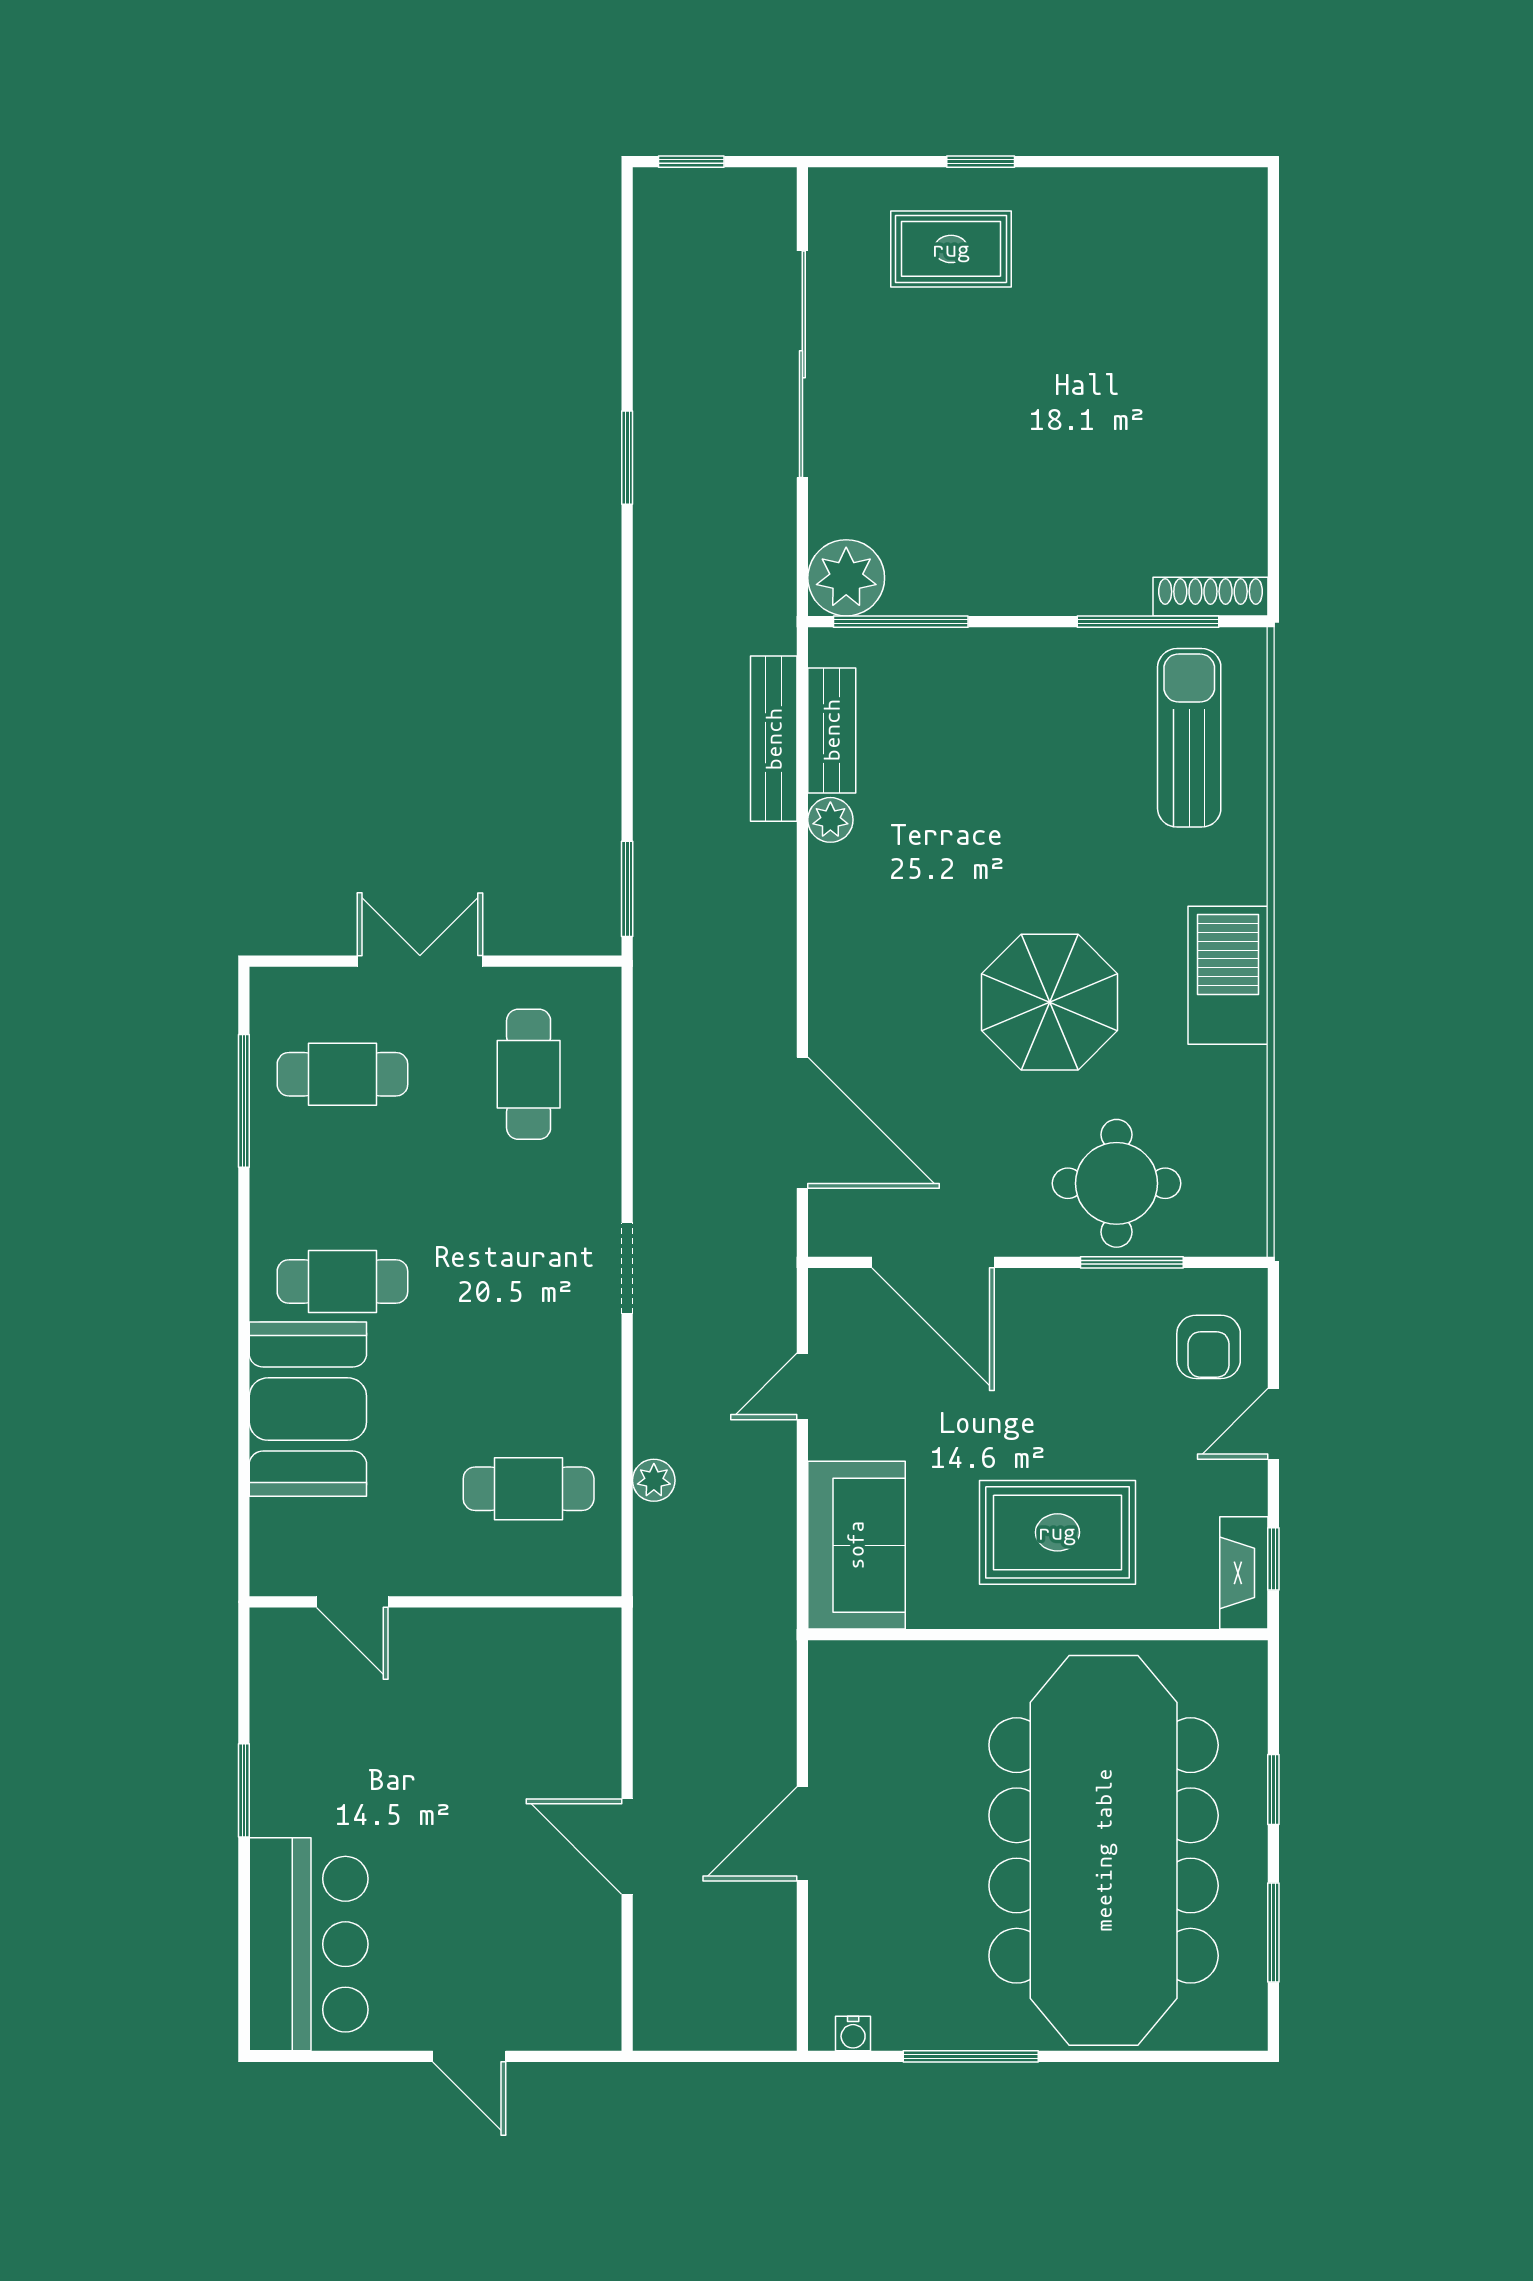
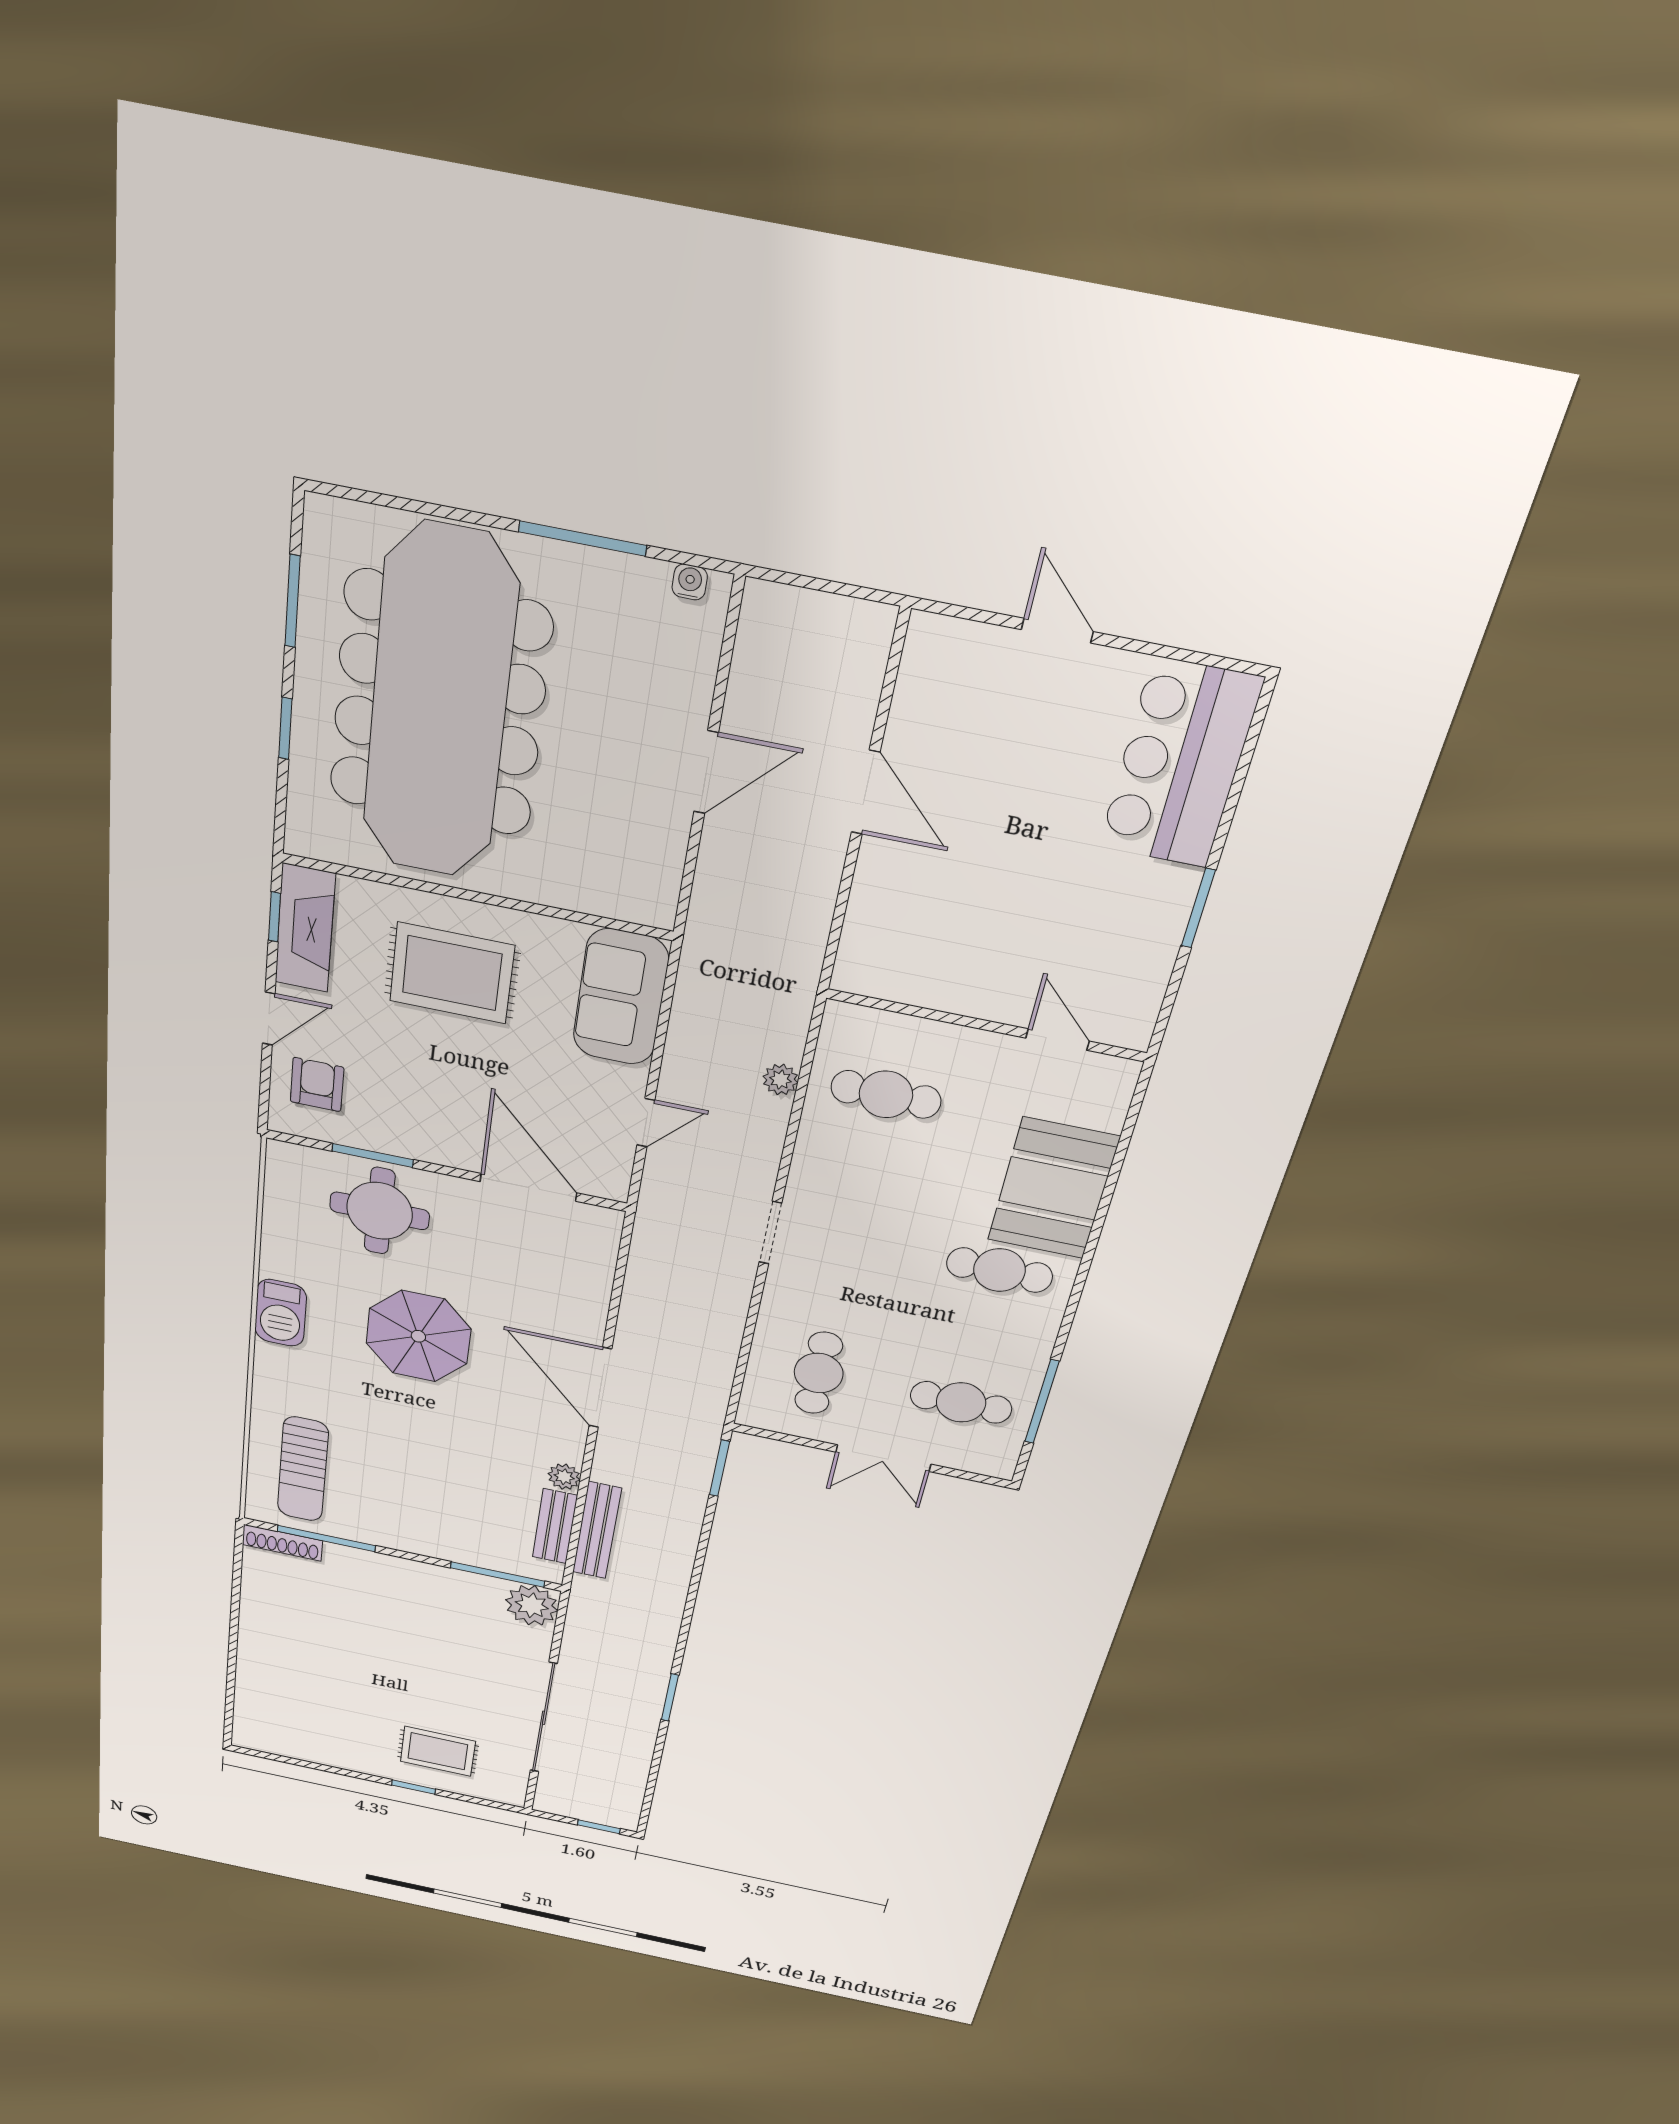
barbecue: (1228, 975) -> (281, 1313), width x0.73, depth x0.83
door: (802, 1123) -> (600, 1388), moved
fireplace: (1244, 1573) -> (305, 928), width x1.37, depth x1.32

